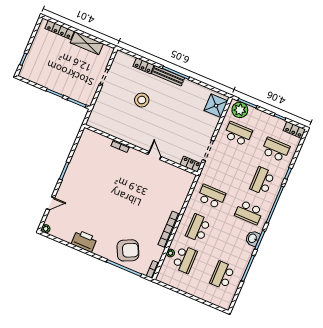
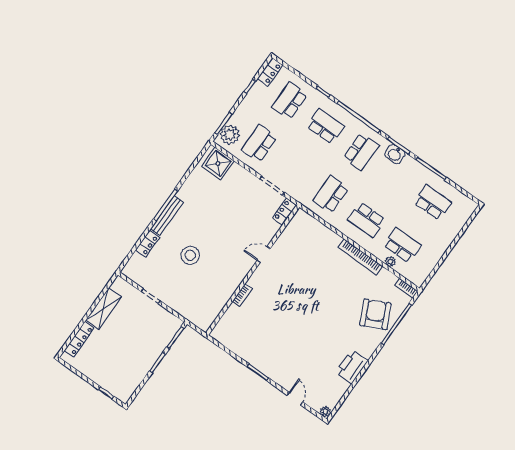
school desk: (262, 181) -> (325, 126), turned 180
school desk: (222, 275) -> (433, 203), turned 180

